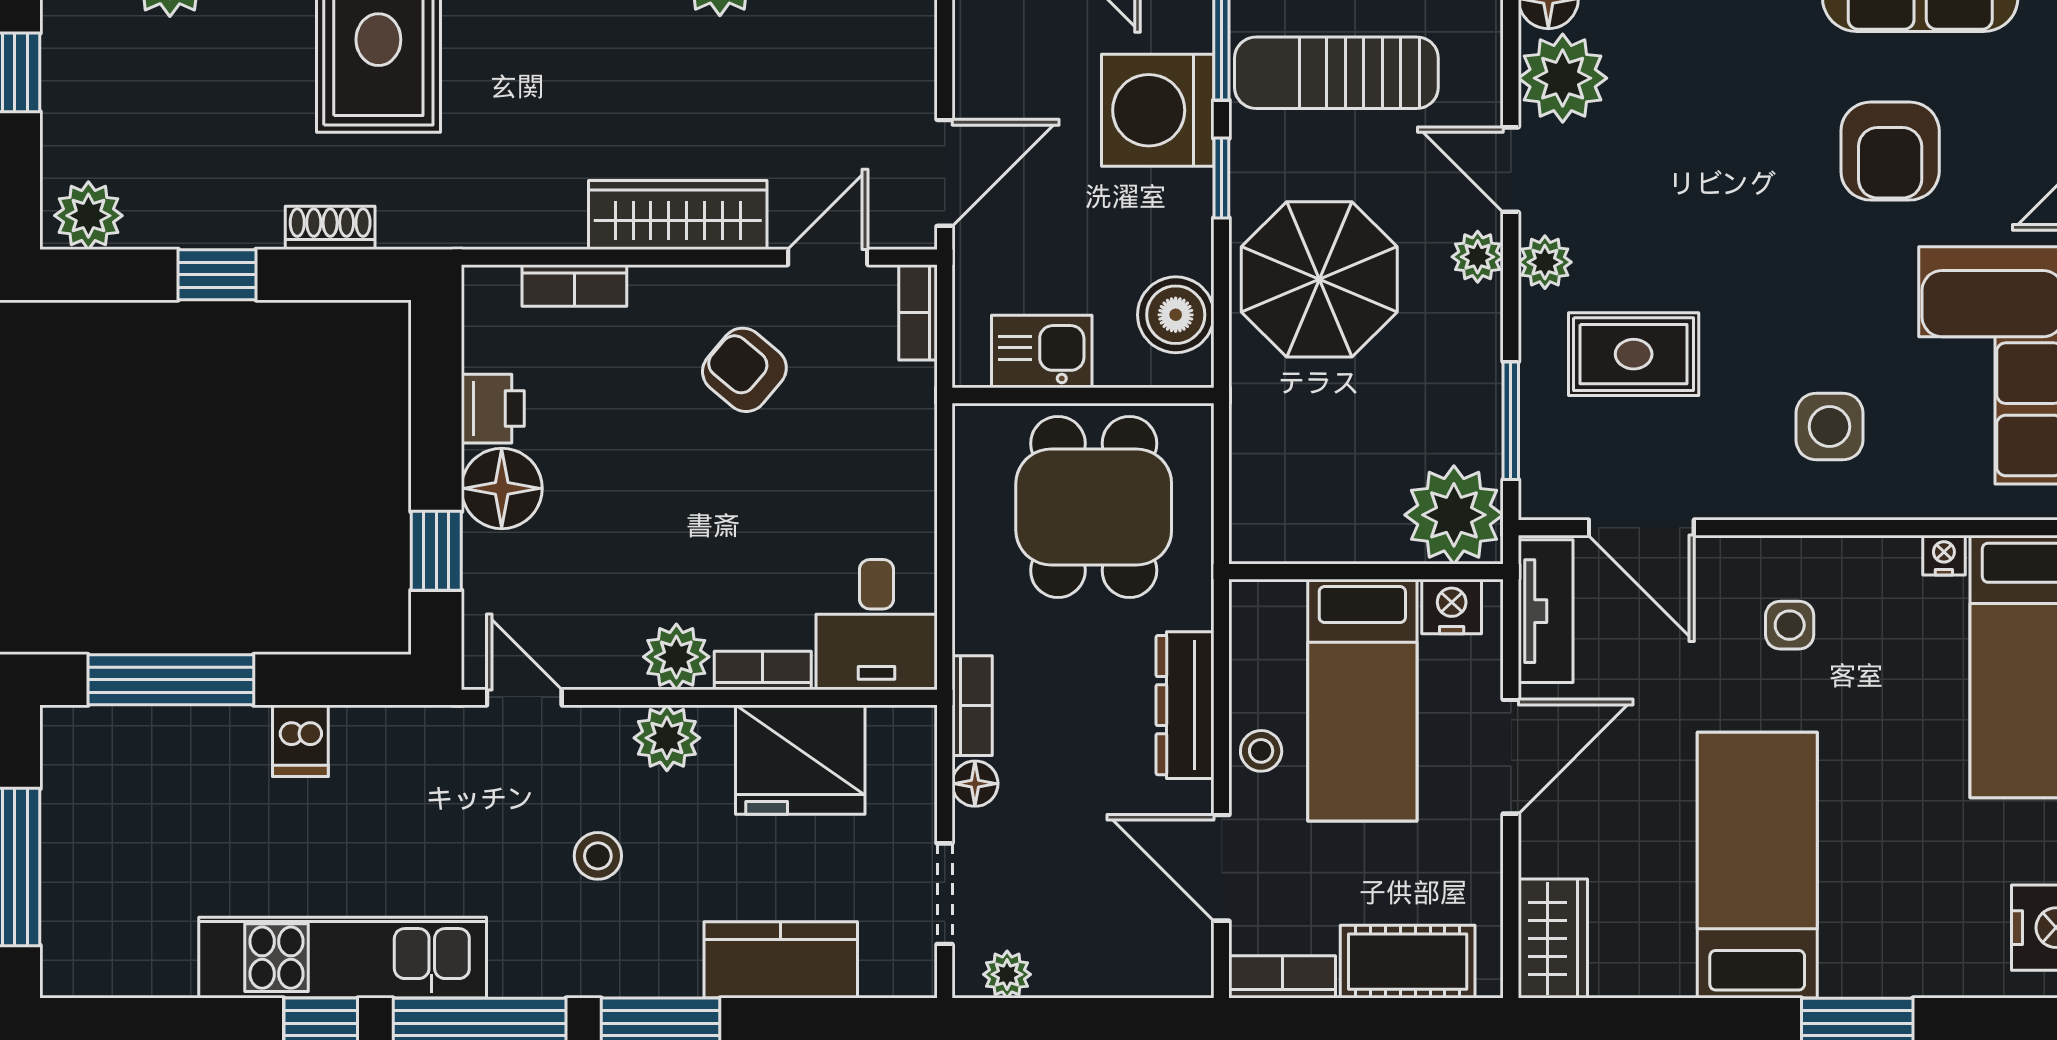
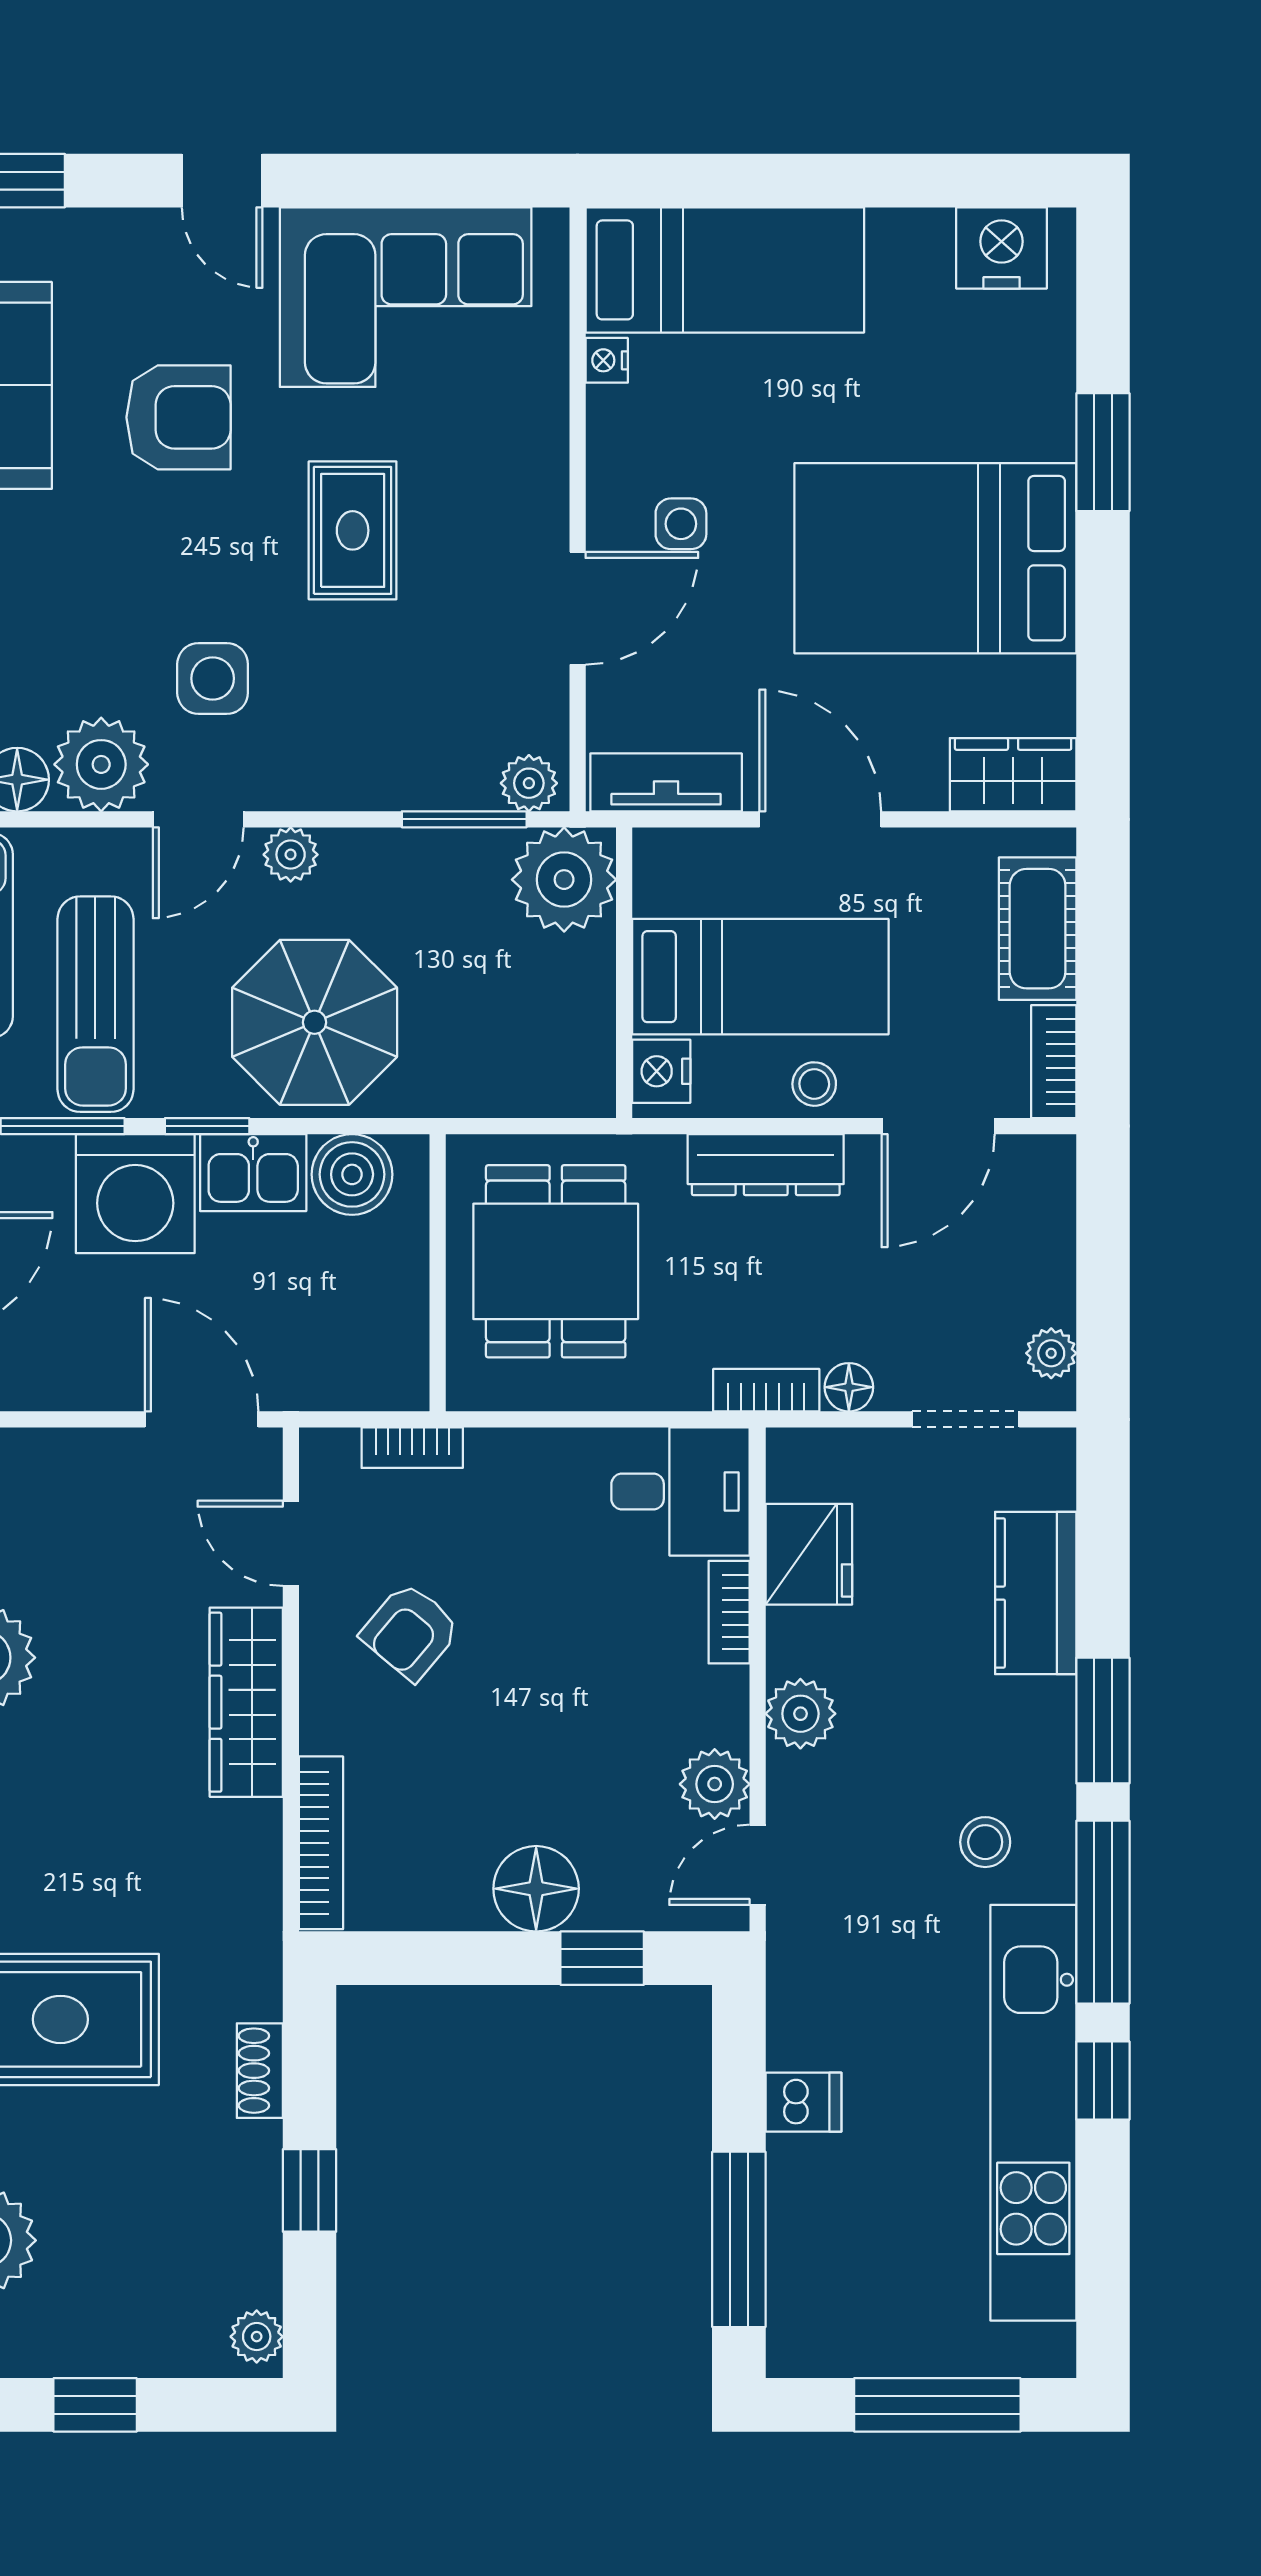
plant: (88, 216) -> (257, 2337), width x0.73, depth x0.73
plant: (1545, 262) -> (529, 783), moved
bookcase: (574, 285) -> (321, 1843), width x1.56
bookcase: (918, 312) -> (412, 1448), moved
kitchen sink: (1042, 352) -> (253, 1173), moved, turned -90
rug: (1634, 354) -> (353, 530), moved
printer: (493, 409) -> (451, 1898), removed
side table: (1829, 427) -> (213, 678), moved
dining table: (1094, 507) -> (556, 1261), turned 90
door: (1641, 528) -> (578, 608), moved
nightstand: (1452, 607) -> (661, 1071), moved
plant: (676, 657) -> (715, 1784), moved
fridge: (800, 760) -> (809, 1554), width x0.73, depth x0.75
stool: (598, 856) -> (985, 1842), moved
bed: (1757, 865) -> (935, 558), width x1.50
kitchen unit: (343, 958) -> (1033, 2113), width x1.36

